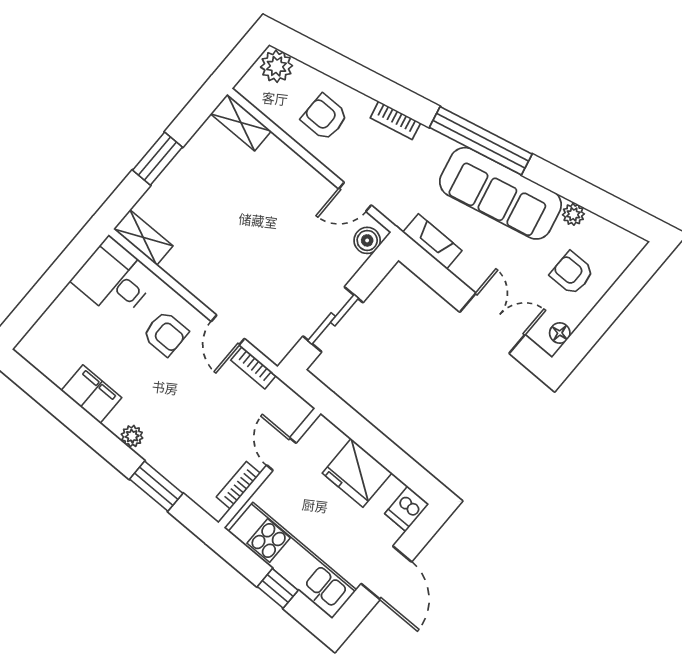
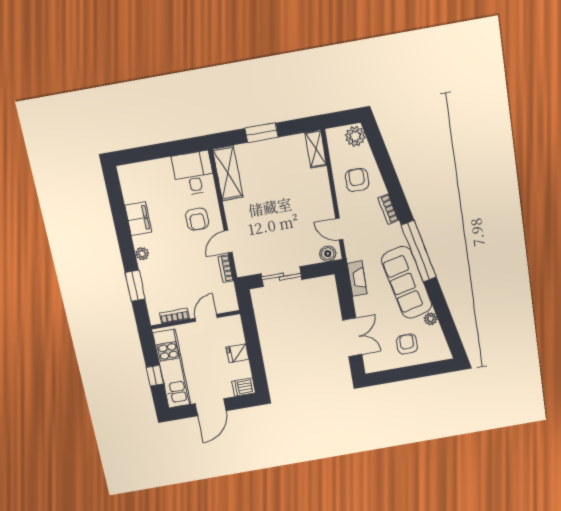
shelving: (143, 237) -> (228, 173), width x1.50, depth x1.33
floor lamp: (560, 333) -> (378, 366), removed
fridge: (357, 473) -> (238, 353), width x0.53, depth x0.75

